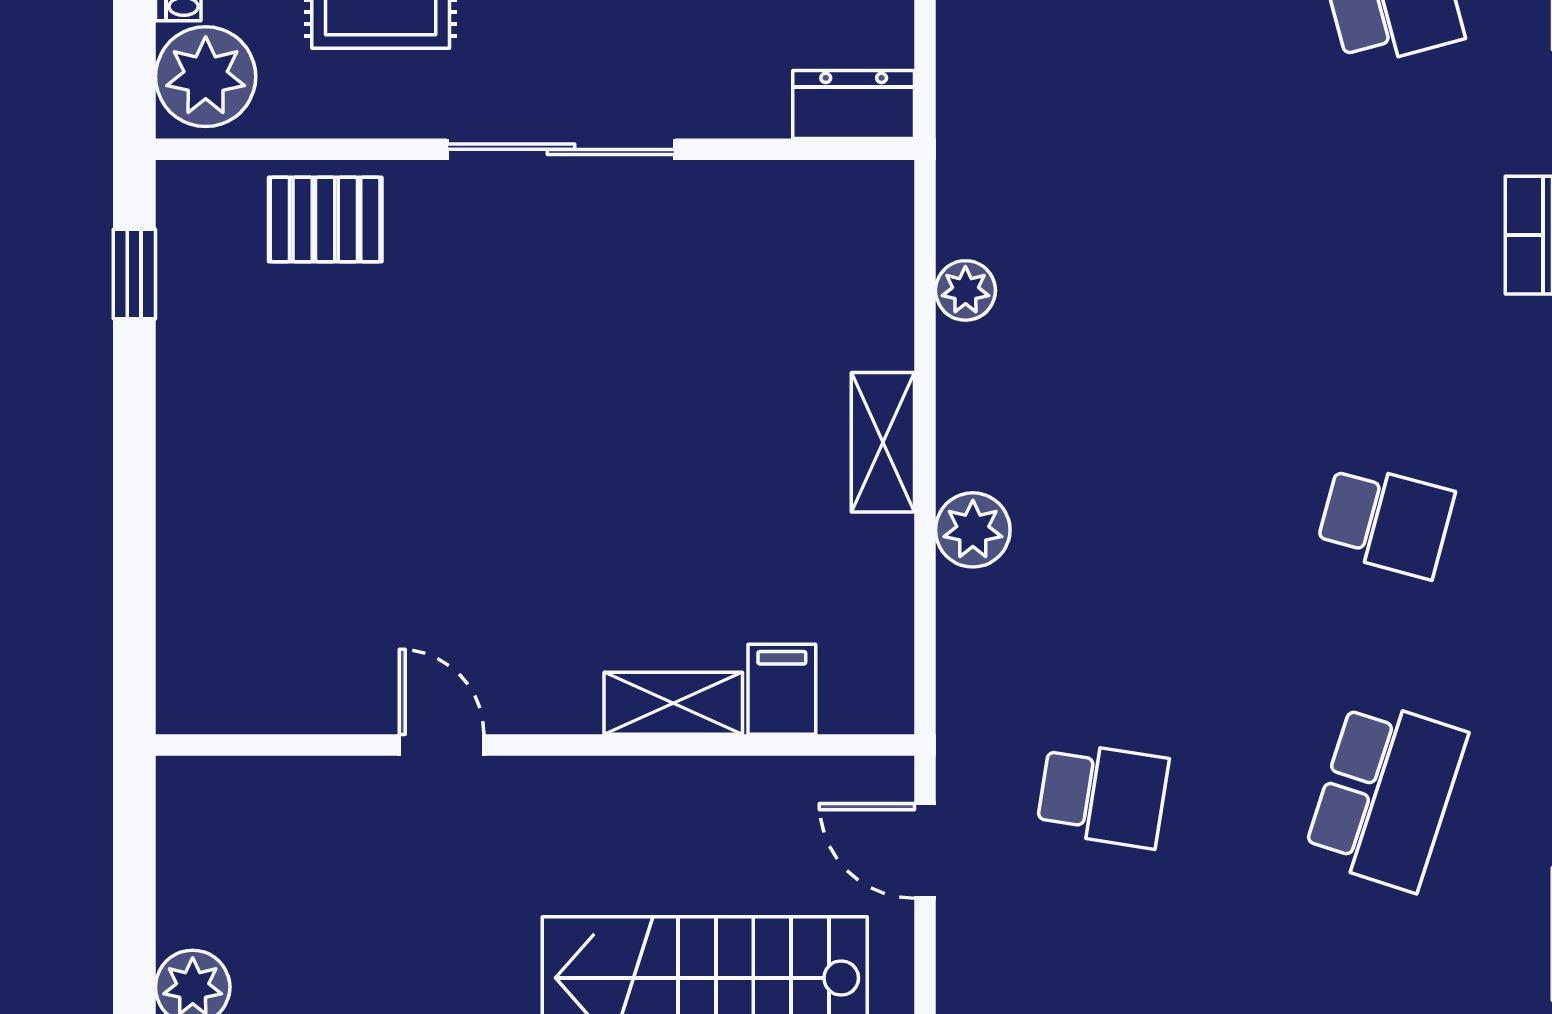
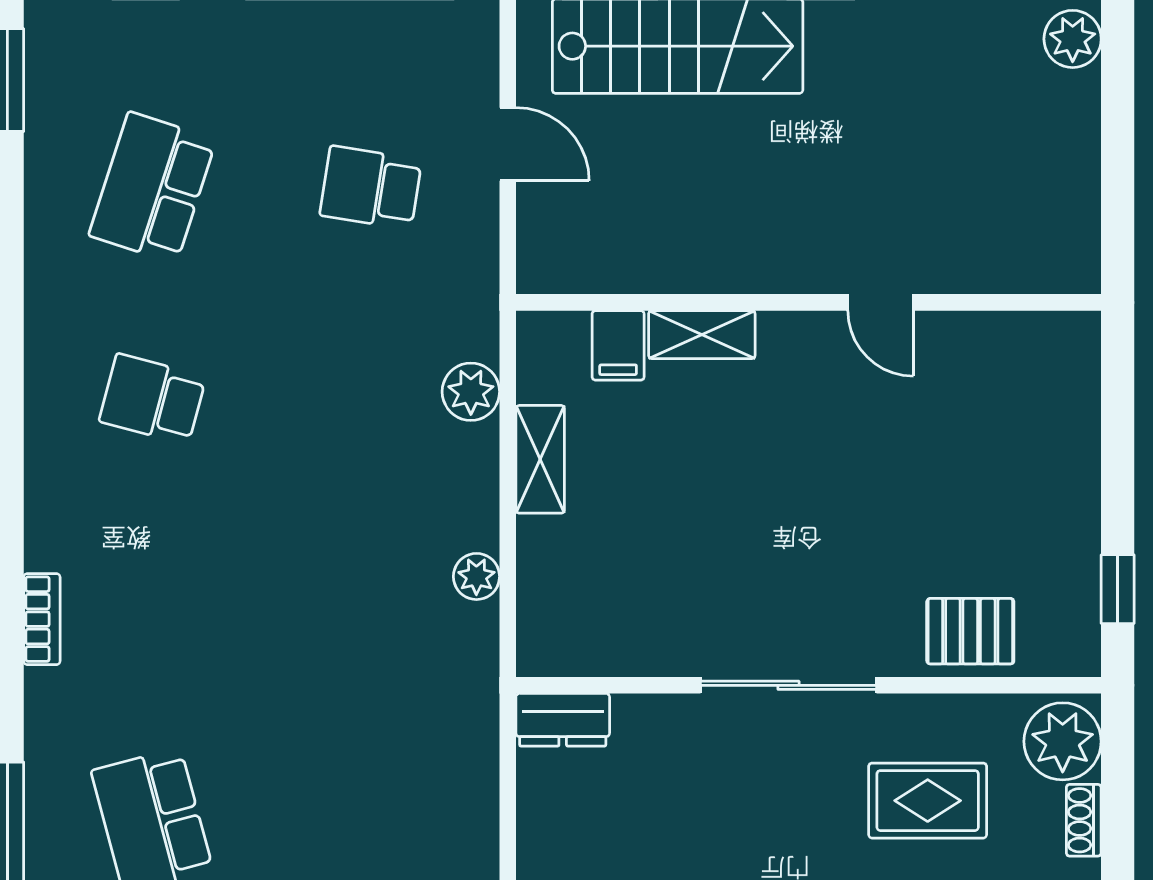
filing cabinet: (782, 689) -> (618, 345), moved
shelving: (673, 703) -> (702, 335), moved
door: (442, 745) -> (881, 302), moved
wall: (535, 745) -> (809, 302), moved

